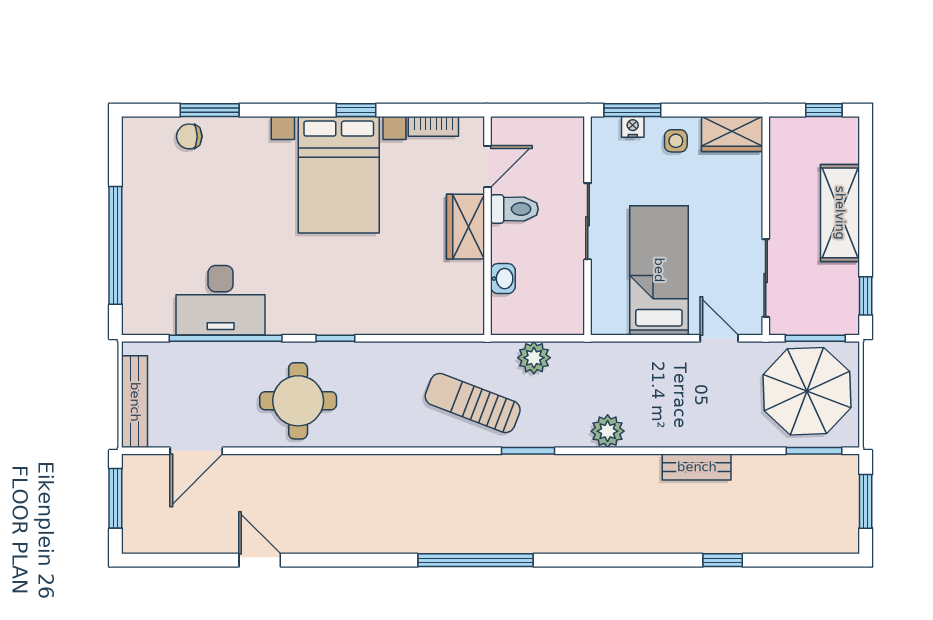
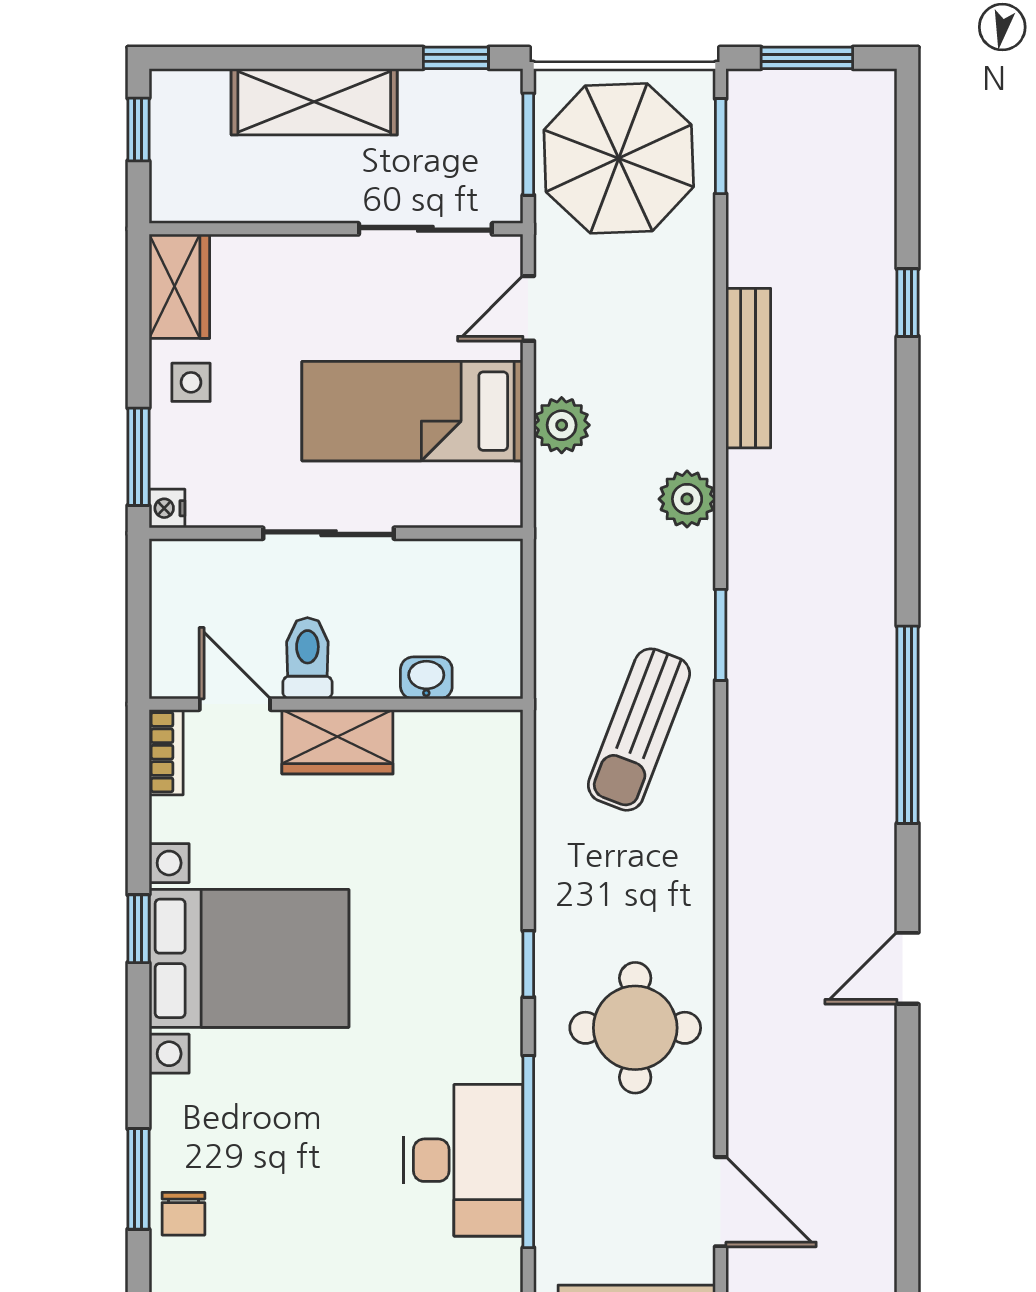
bookcase: (433, 126) -> (166, 752), moved
nightstand: (633, 127) -> (167, 508), moved
plant: (534, 358) -> (562, 425), moved
bench: (697, 467) -> (748, 368), width x1.36
door: (260, 560) -> (908, 968), moved

